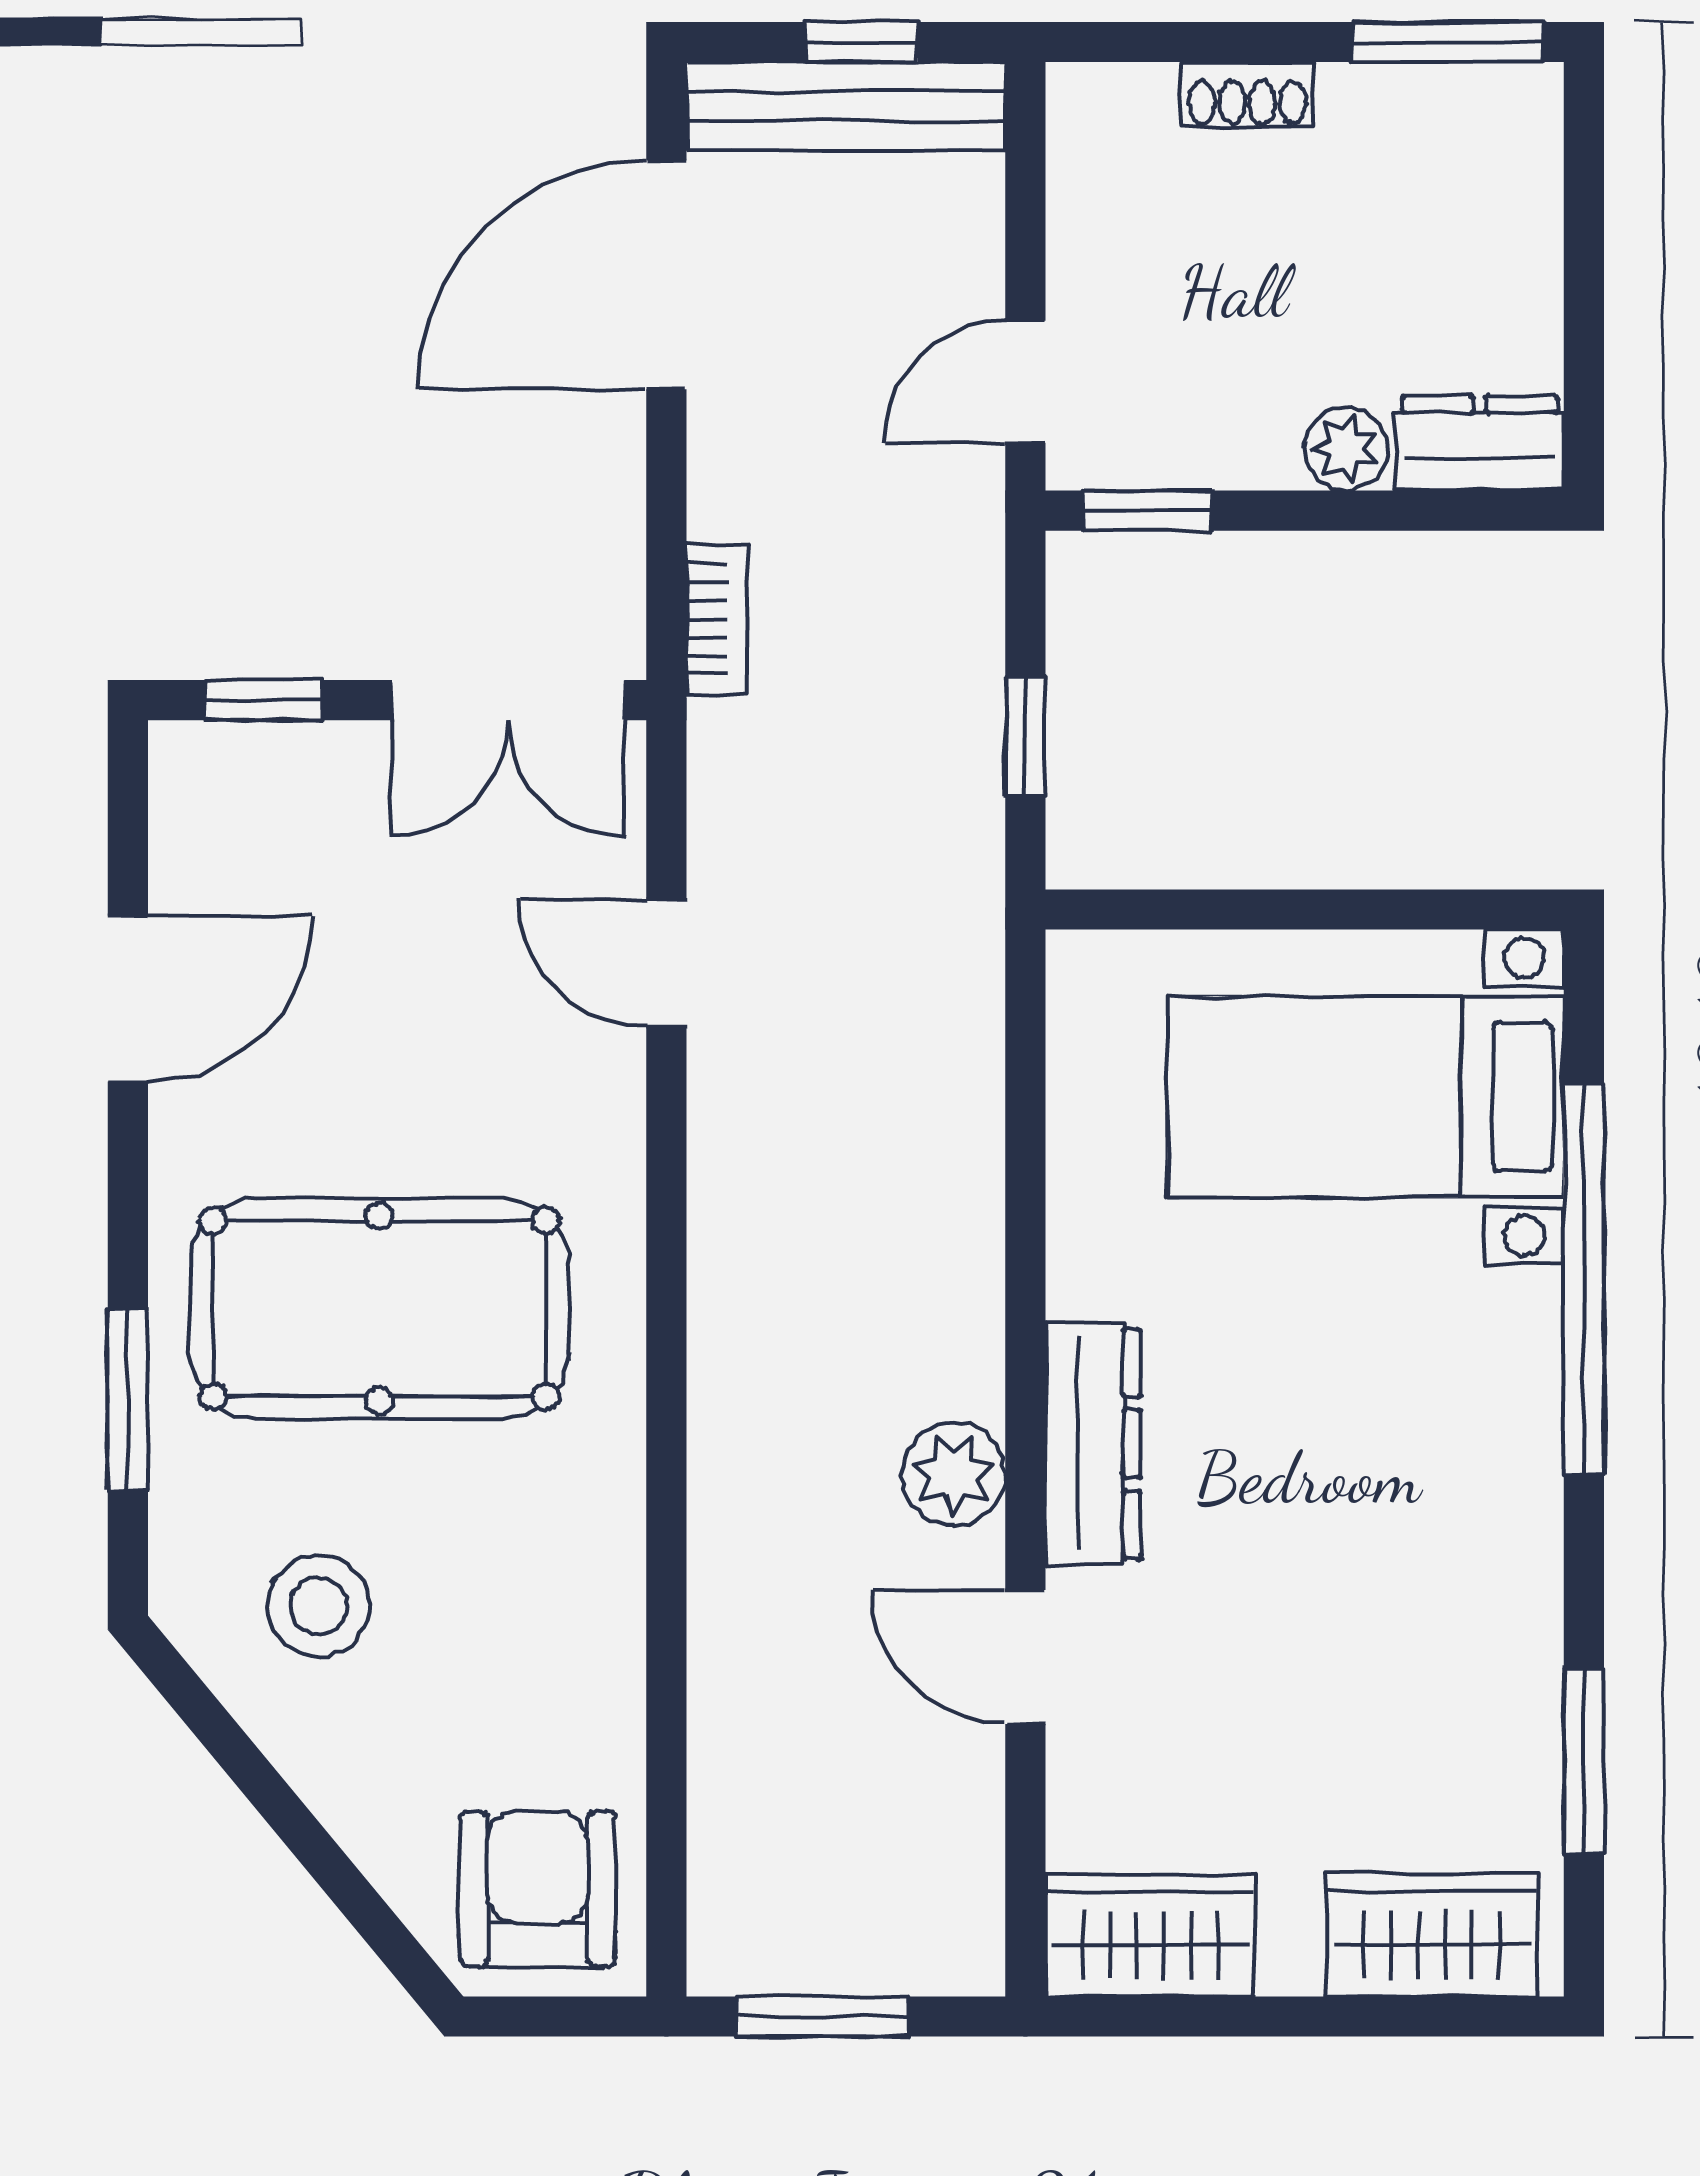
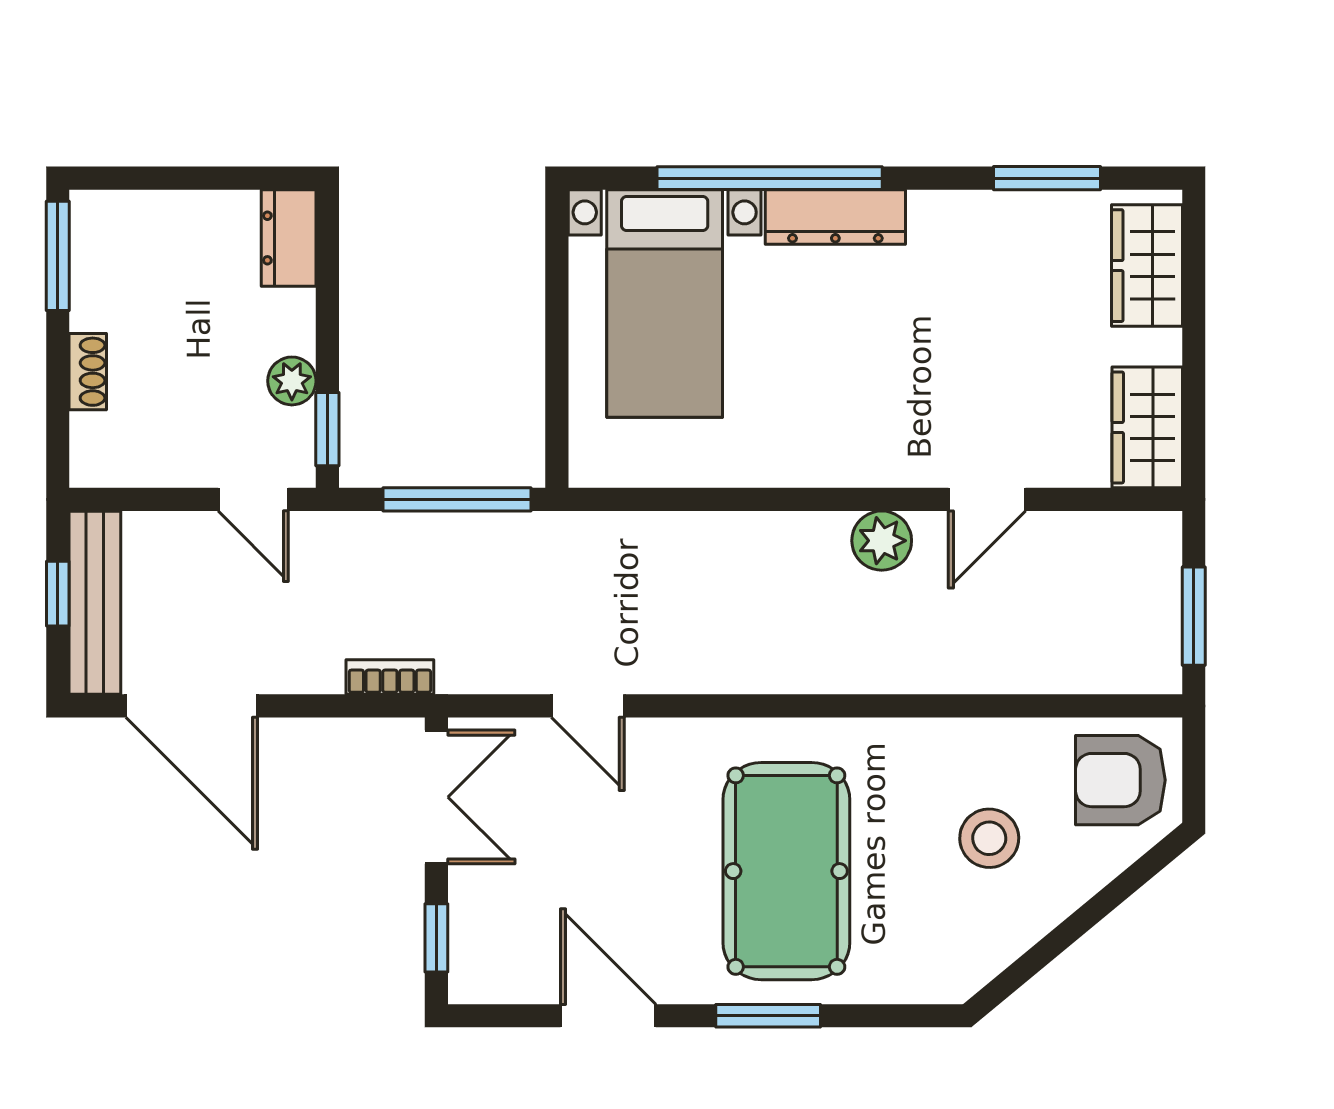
plant: (1346, 449) -> (292, 381), moved
window: (1025, 736) -> (457, 499), width x2.17
door: (666, 963) -> (588, 706), hinge flipped
window: (128, 1400) -> (768, 1016), moved
dresser: (1093, 1444) -> (835, 217), moved, turned 180
stool: (318, 1606) -> (989, 838), moved

